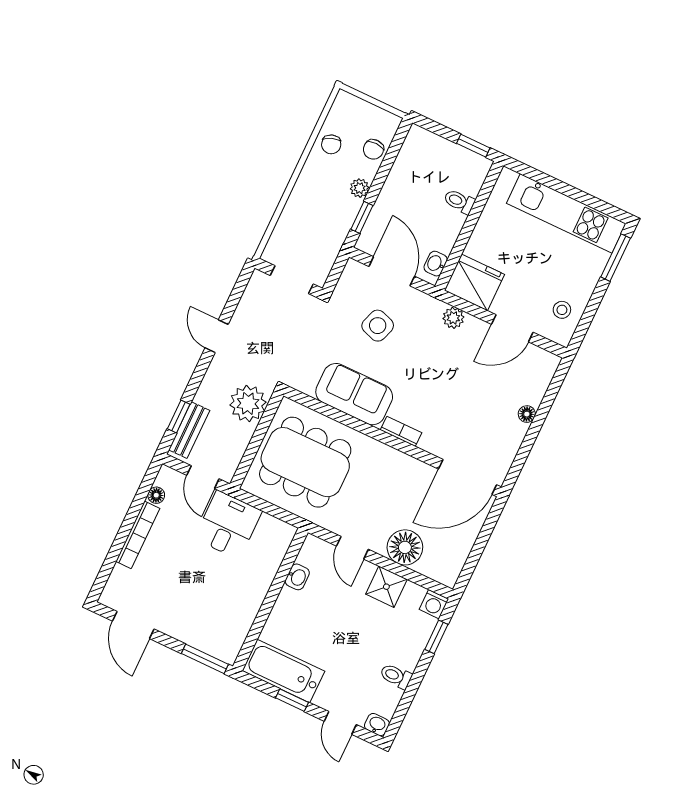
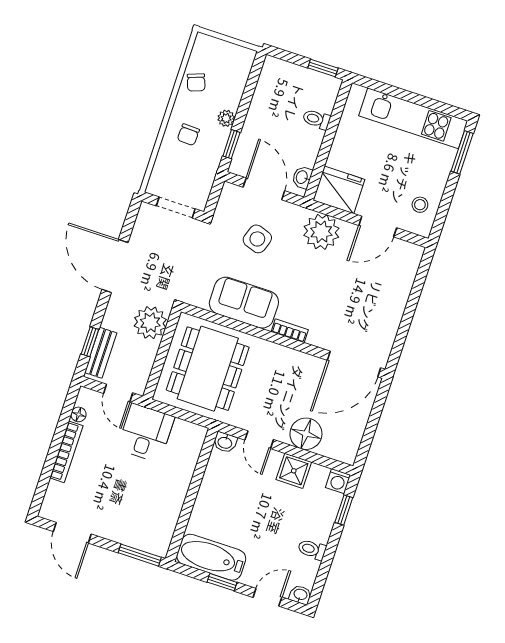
chair: (373, 149) -> (188, 135), moved
plant: (453, 318) -> (321, 232), width x1.88, depth x1.88
door: (217, 336) -> (115, 266), width x1.88
floor lamp: (527, 414) -> (400, 301), removed
dining table: (305, 462) -> (208, 369), turned 90
washbasin: (297, 577) -> (225, 442), moved, turned 90
door: (340, 723) -> (267, 597), swing flipped

